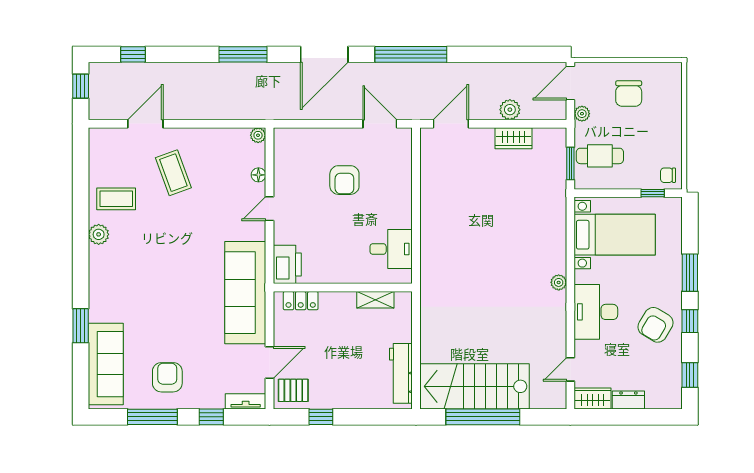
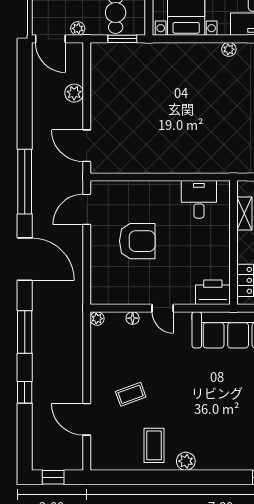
window: (133, 54) -> (25, 392), moved
wardrobe: (514, 138) -> (100, 90), removed
coffee table: (173, 173) -> (131, 394), width x0.73, depth x0.77
armchair: (344, 180) -> (137, 241), width x1.36, depth x1.36

